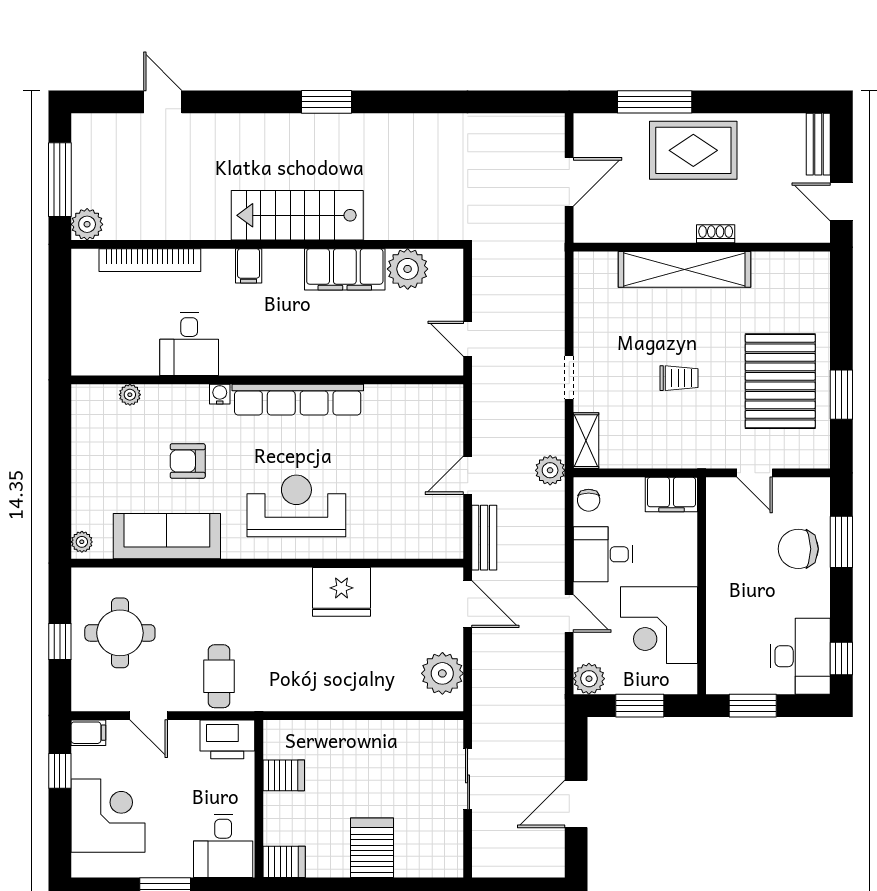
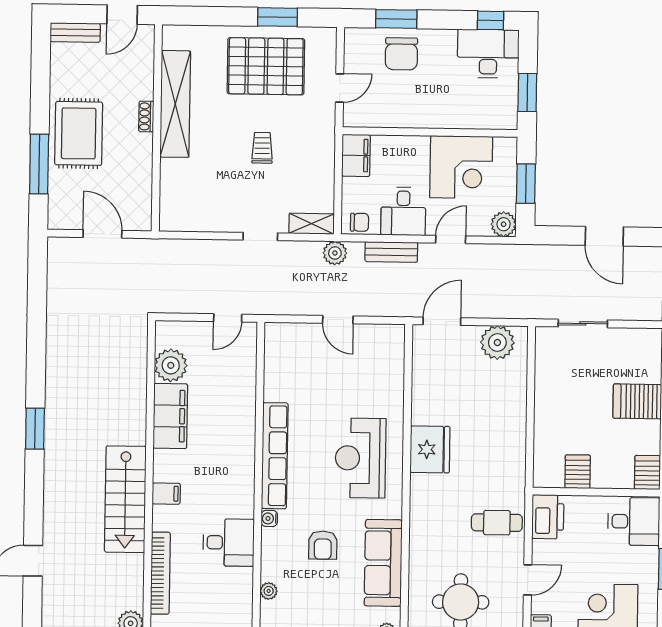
stairs: (297, 215) -> (125, 499), moved
shelving: (684, 269) -> (175, 104), moved
bench: (484, 538) -> (391, 252), moved
fridge: (341, 592) -> (430, 449), moved

